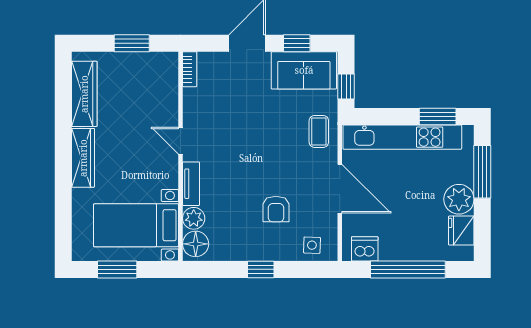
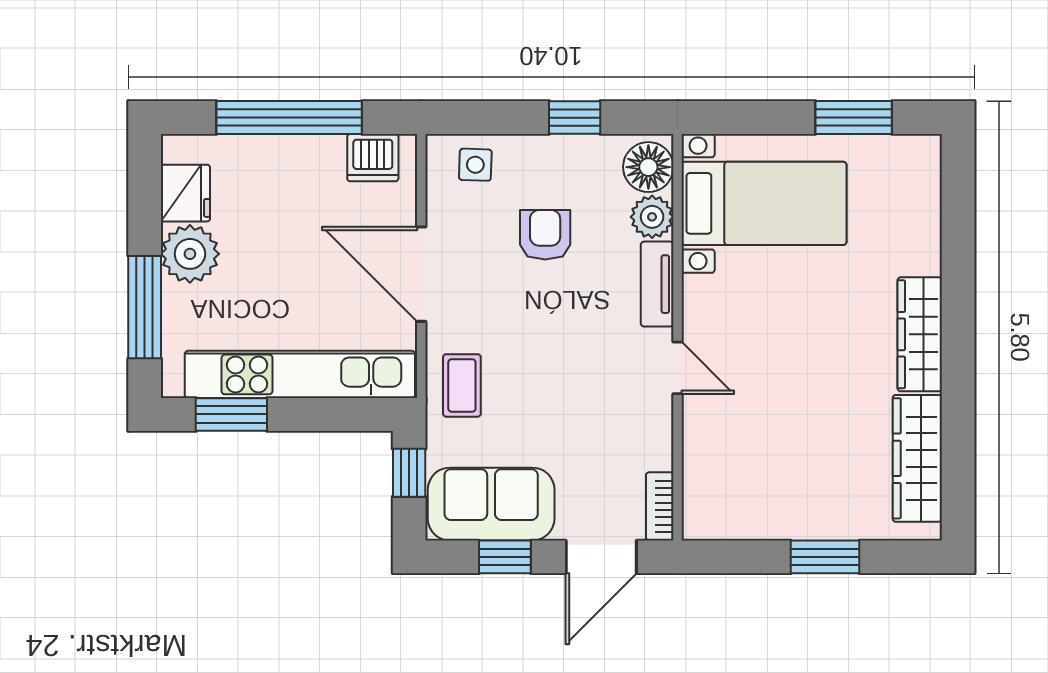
bookcase: (190, 69) -> (660, 506), moved
door: (181, 141) -> (678, 368), moved
wall: (181, 156) -> (678, 337), moved
tv unit: (191, 184) -> (657, 284), moved
plant: (194, 218) -> (652, 217), moved
bed with nightstands: (136, 225) -> (764, 203), moved
floor lamp: (196, 244) -> (648, 167), moved

